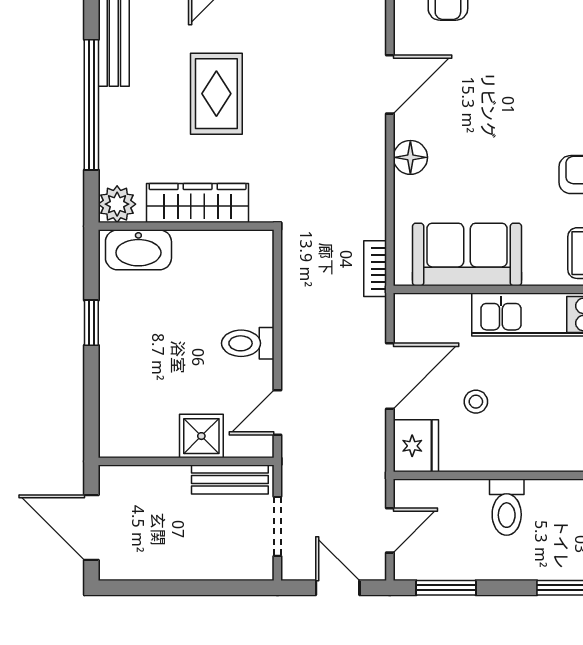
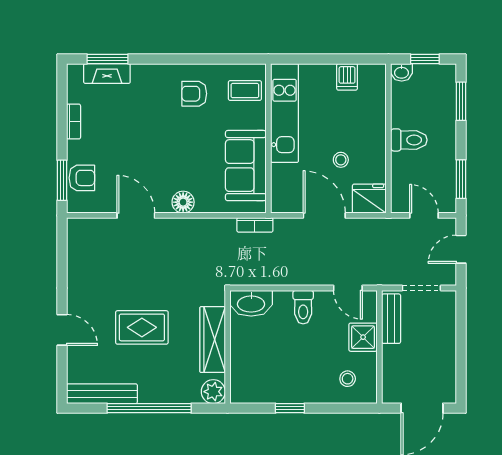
washbasin: (138, 250) -> (251, 303), moved, turned 90
stool: (137, 412) -> (348, 379), added

